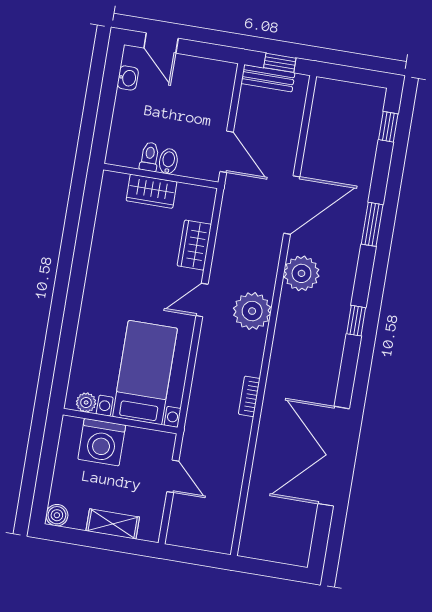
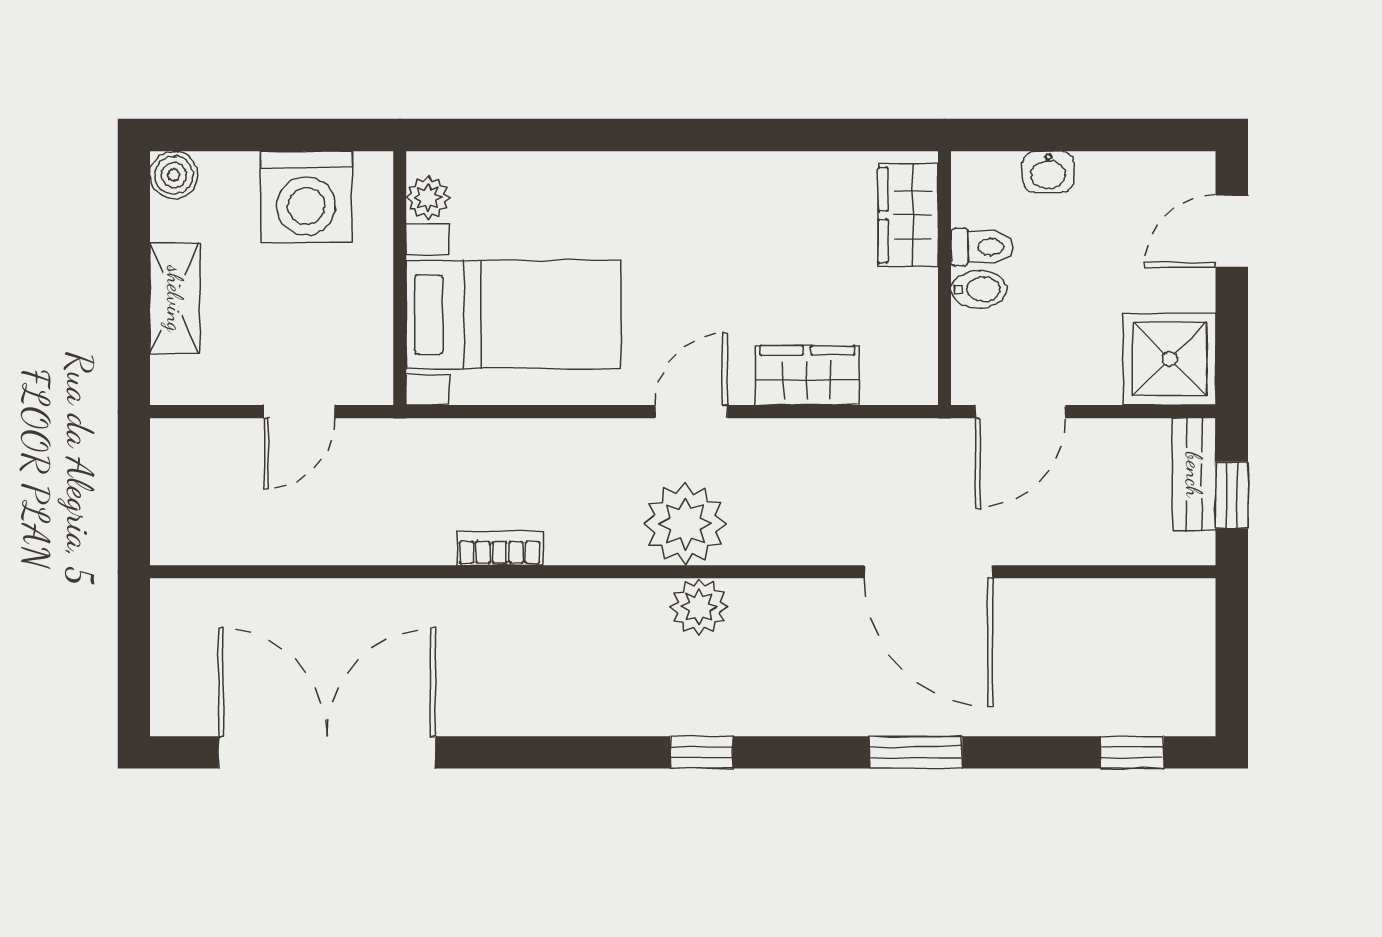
washbasin: (128, 78) -> (1048, 172), moved
shower: (214, 81) -> (1170, 359), added
wardrobe: (151, 191) -> (908, 215), moved
plant: (301, 273) -> (699, 607), moved, width x0.73, depth x0.73
door: (202, 300) -> (691, 412), hinge flipped
washing machine: (102, 442) -> (306, 197), moved, turned -90
double door: (334, 456) -> (327, 752), moved

